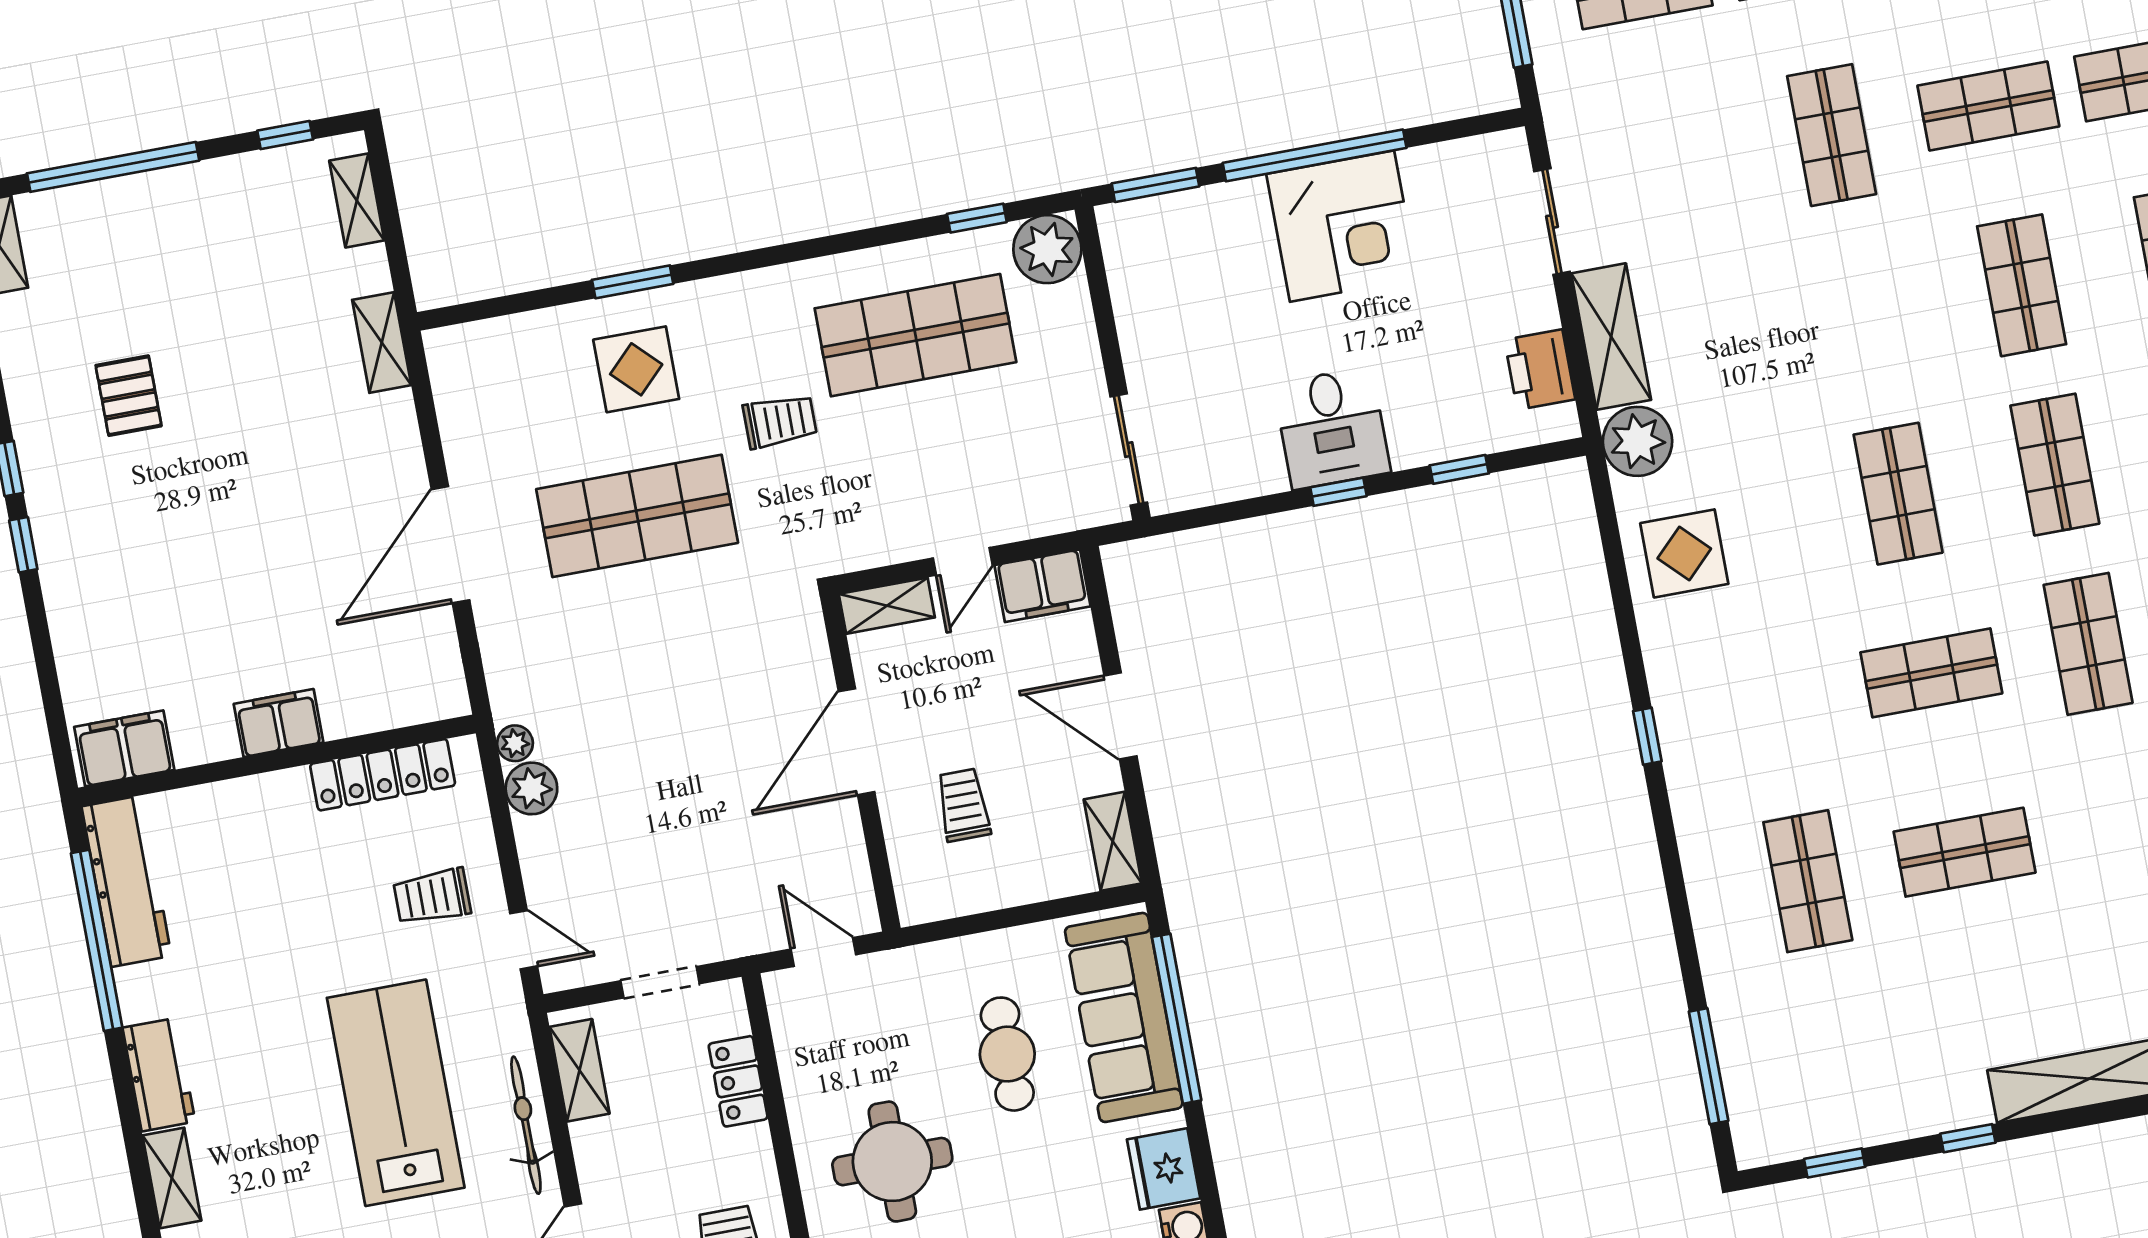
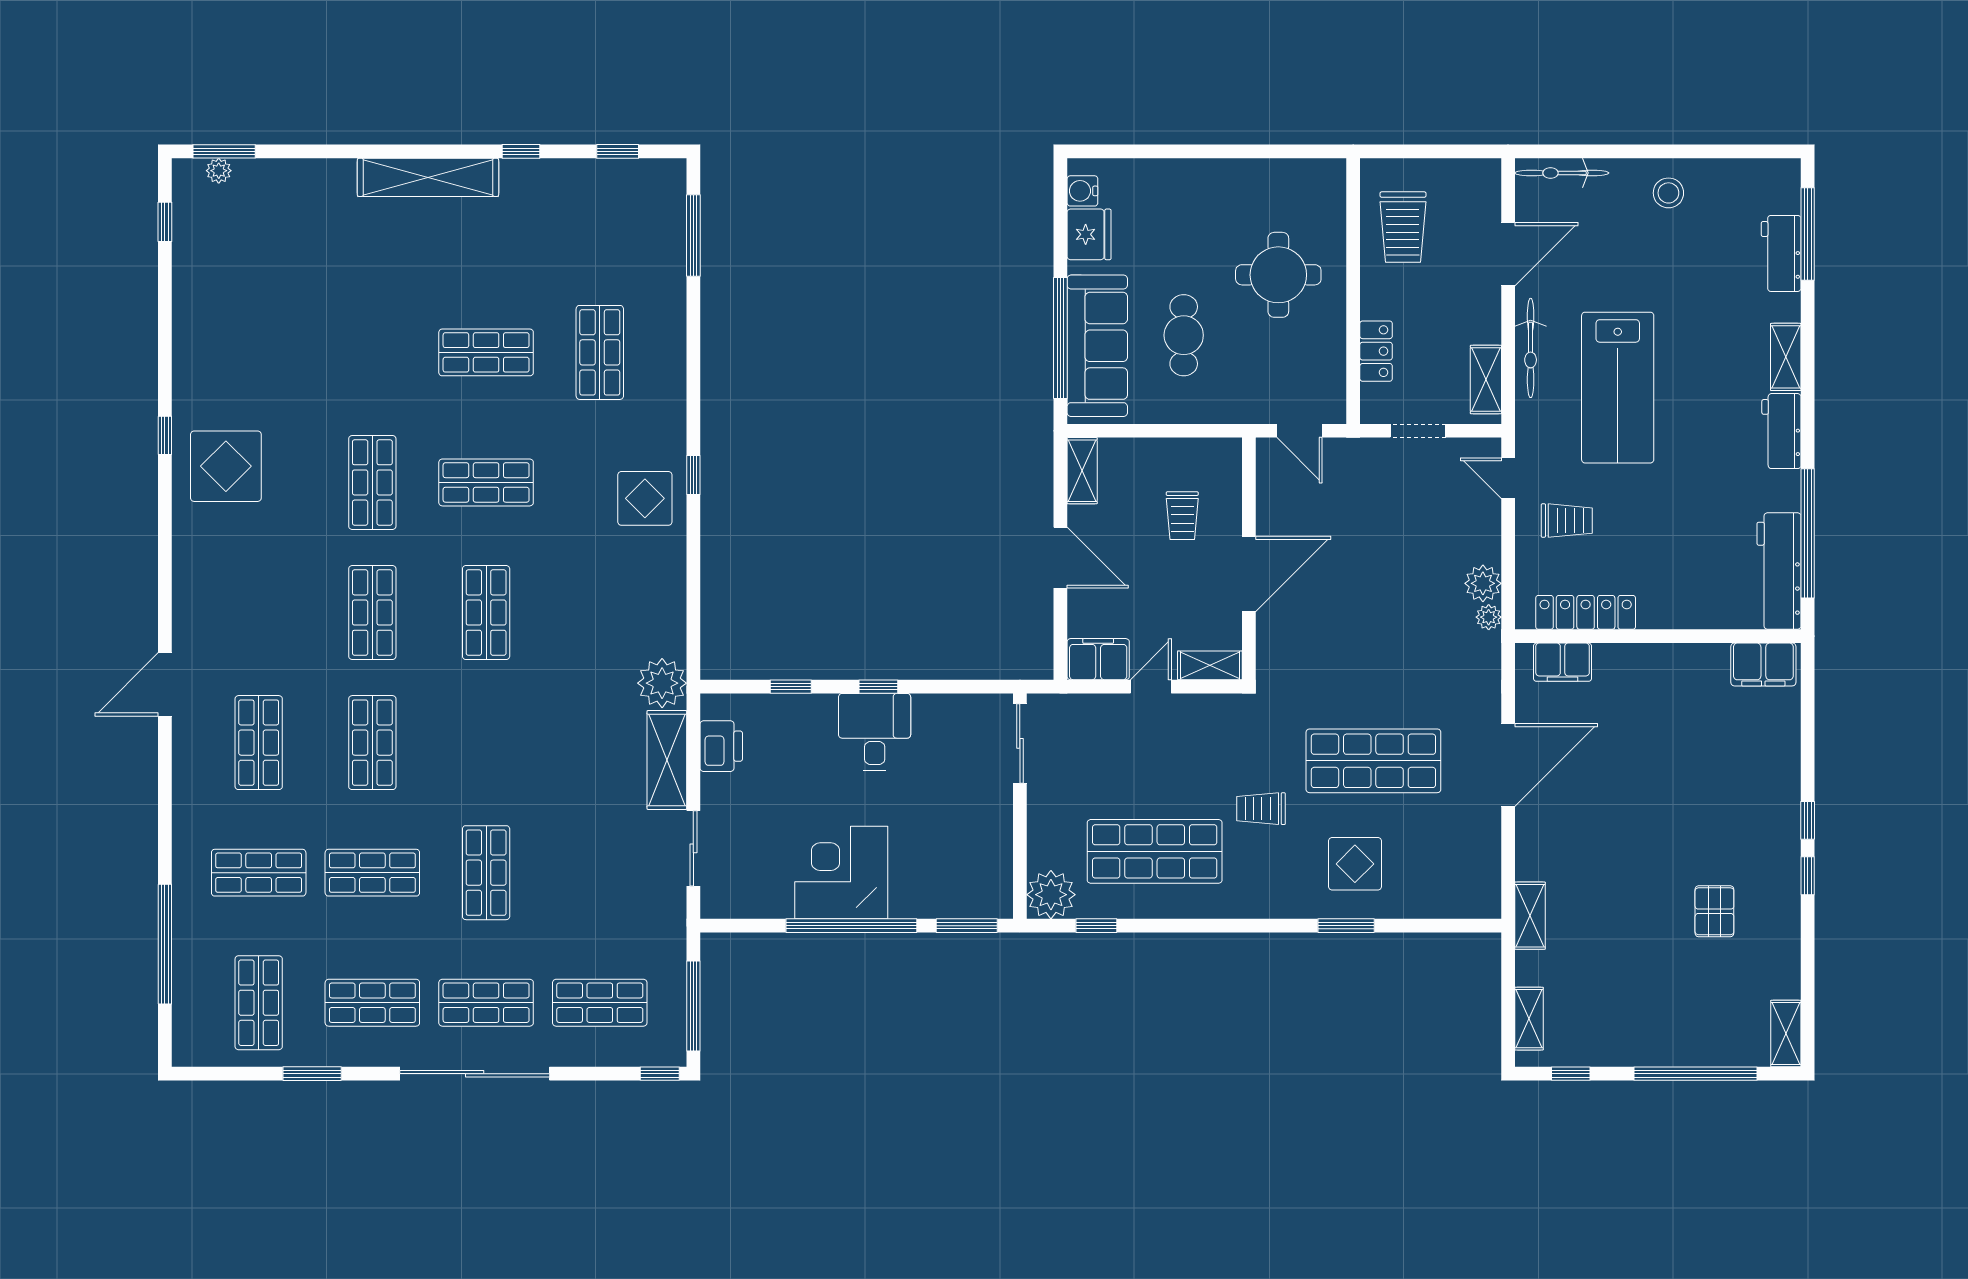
display table: (1684, 553) -> (645, 498), moved
filing cabinet: (279, 723) -> (1563, 662), moved

